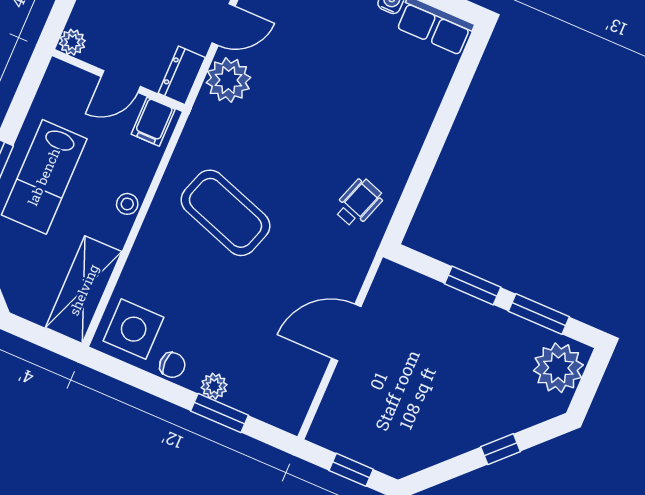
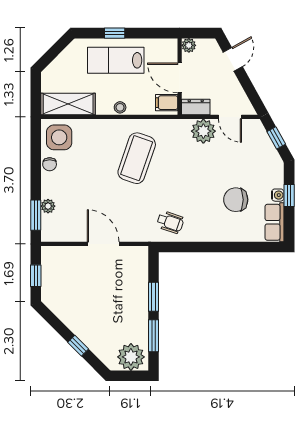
chair: (368, 75) -> (236, 200), added
door: (121, 81) -> (180, 78), width x1.38
plant: (214, 386) -> (48, 206), moved
window: (219, 413) -> (36, 215), moved

